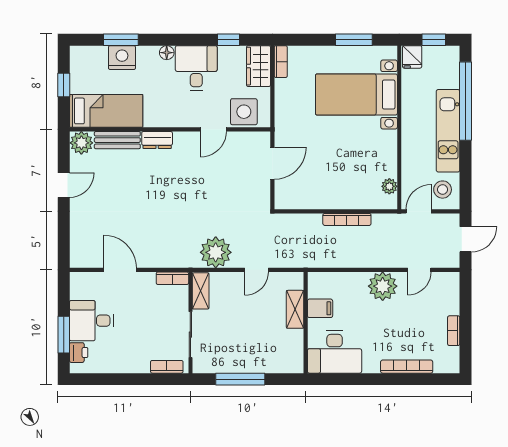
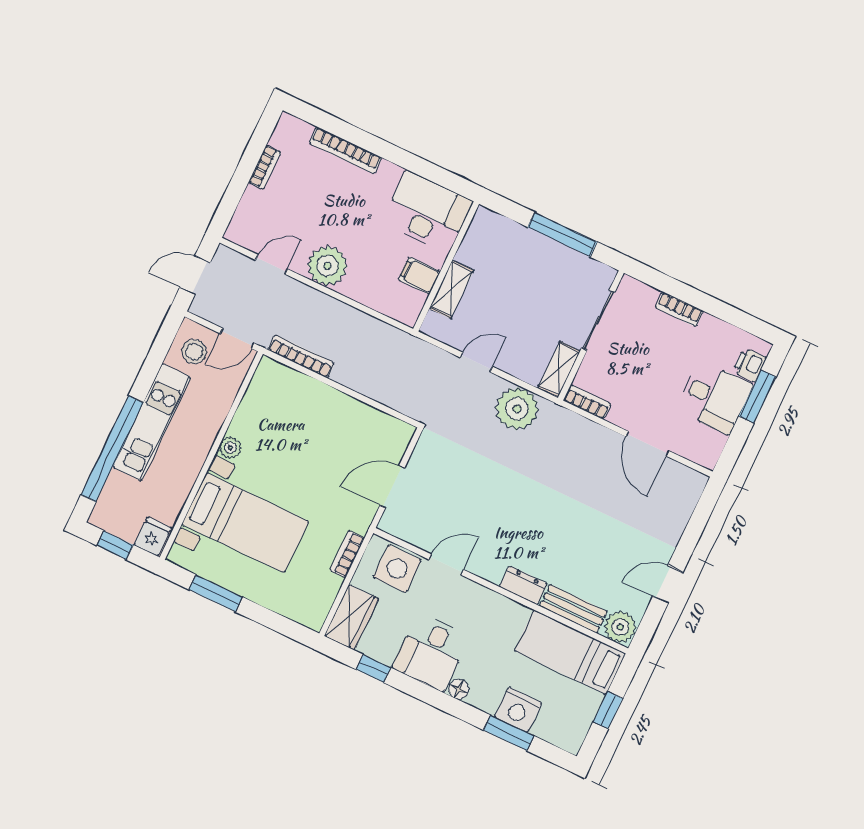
bookcase: (281, 62) -> (347, 554), moved
plant: (389, 186) -> (230, 448), moved
bookcase: (347, 219) -> (301, 356), moved
bookcase: (167, 367) -> (679, 309), moved

